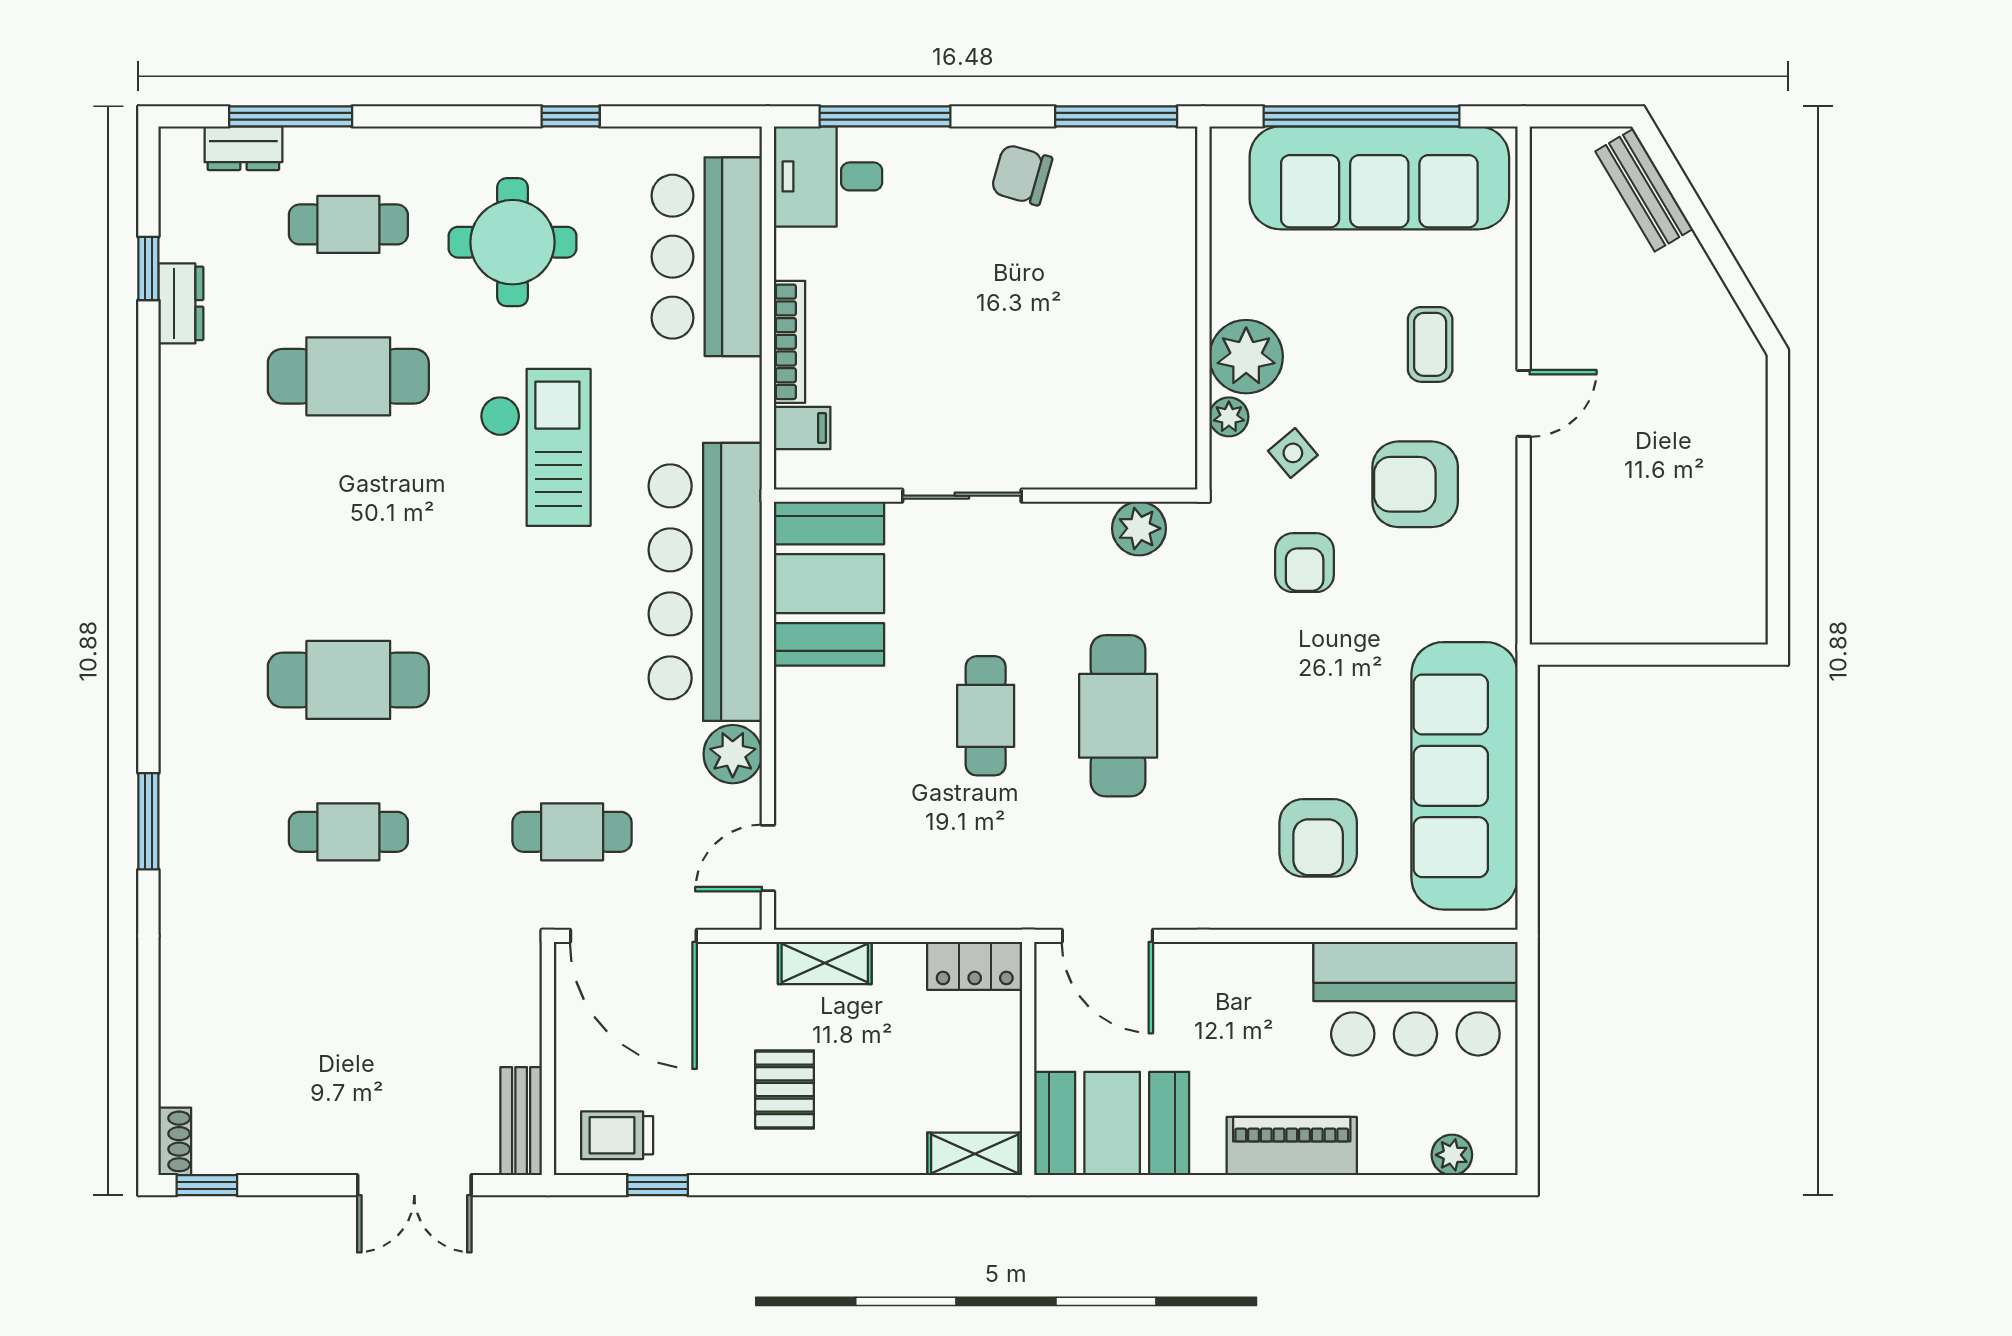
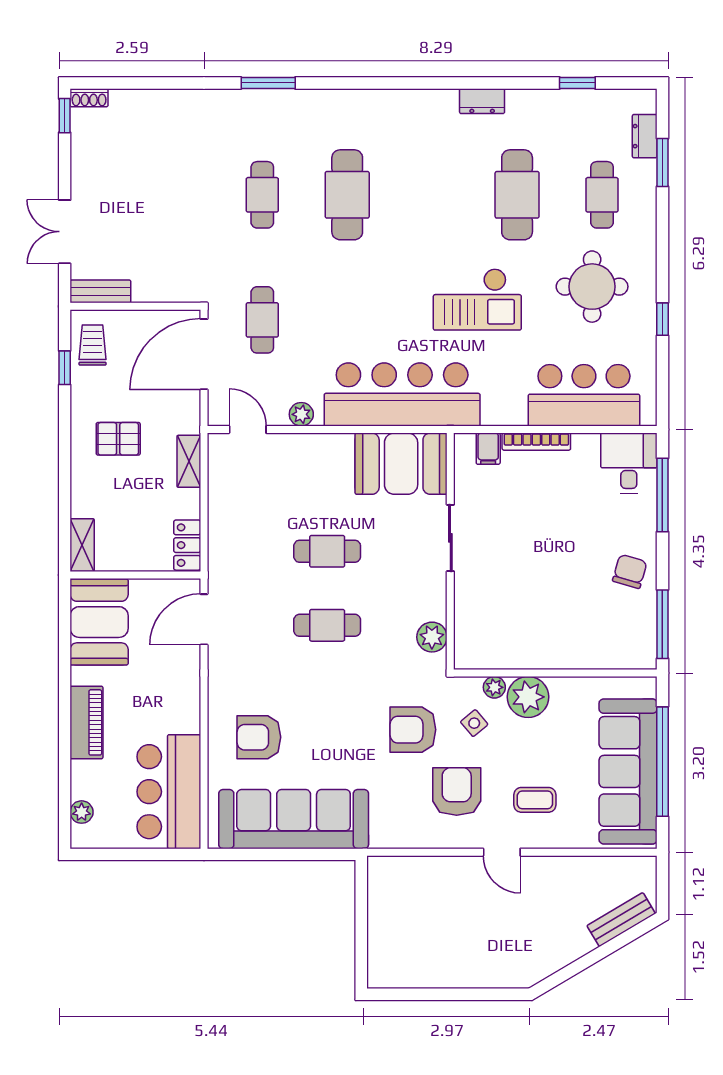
window: (291, 116) -> (662, 163), width x0.69
dresser: (181, 303) -> (482, 101), moved
armchair: (1305, 563) -> (413, 730), width x1.38, depth x1.38
cafe table: (1118, 716) -> (327, 625), width x0.73, depth x0.74
plant: (733, 754) -> (301, 414), width x0.73, depth x0.73

